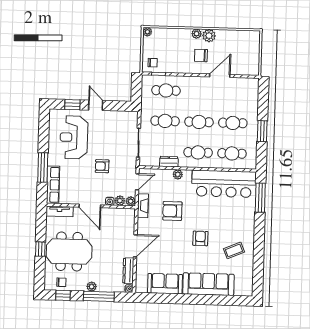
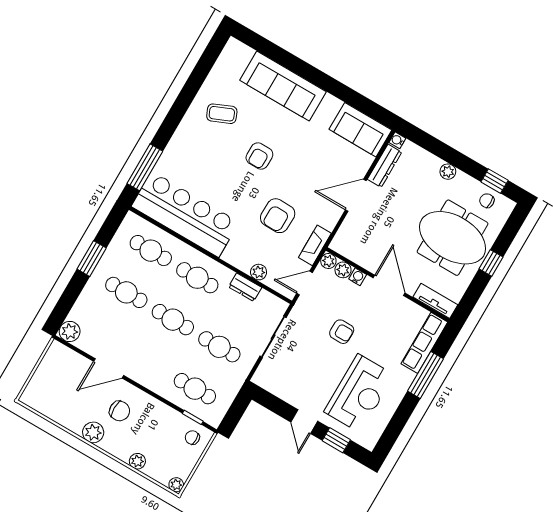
plant: (197, 34) -> (137, 461), moved
plant: (252, 84) -> (70, 332), added
plant: (178, 174) -> (259, 272), moved
armchair: (172, 211) -> (278, 216), turned 91
sofa: (165, 284) -> (360, 130), moved
window: (99, 296) -> (445, 152), removed

